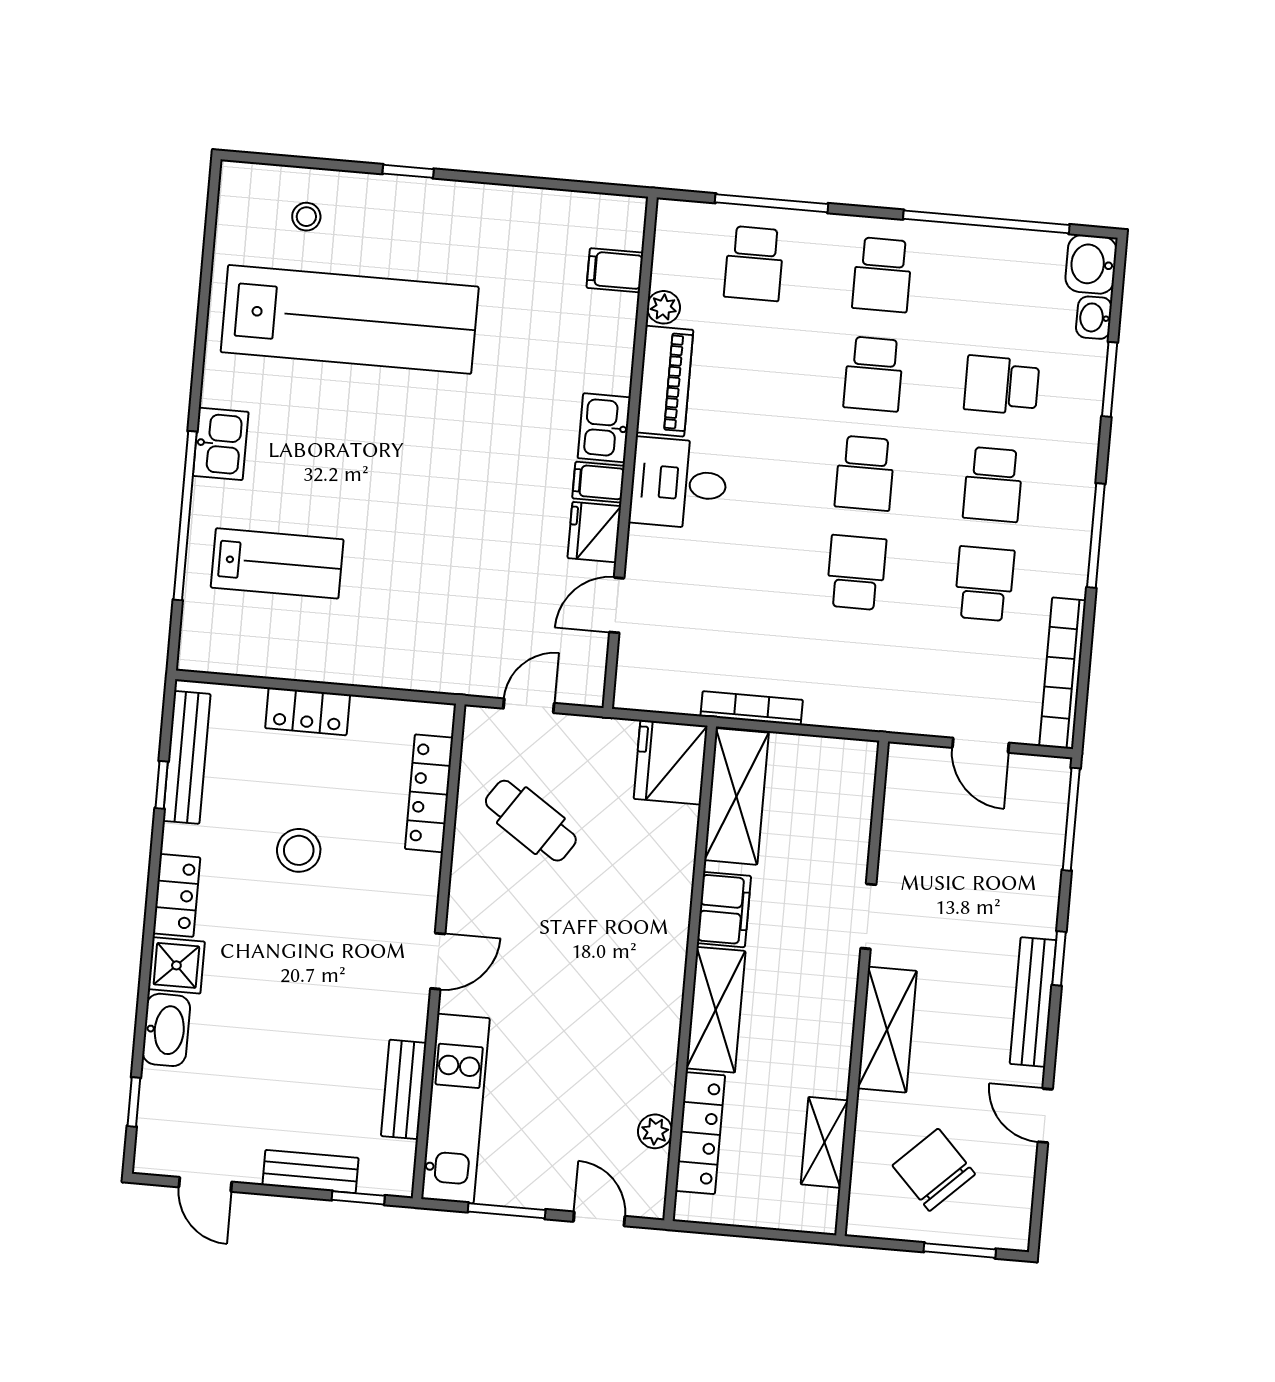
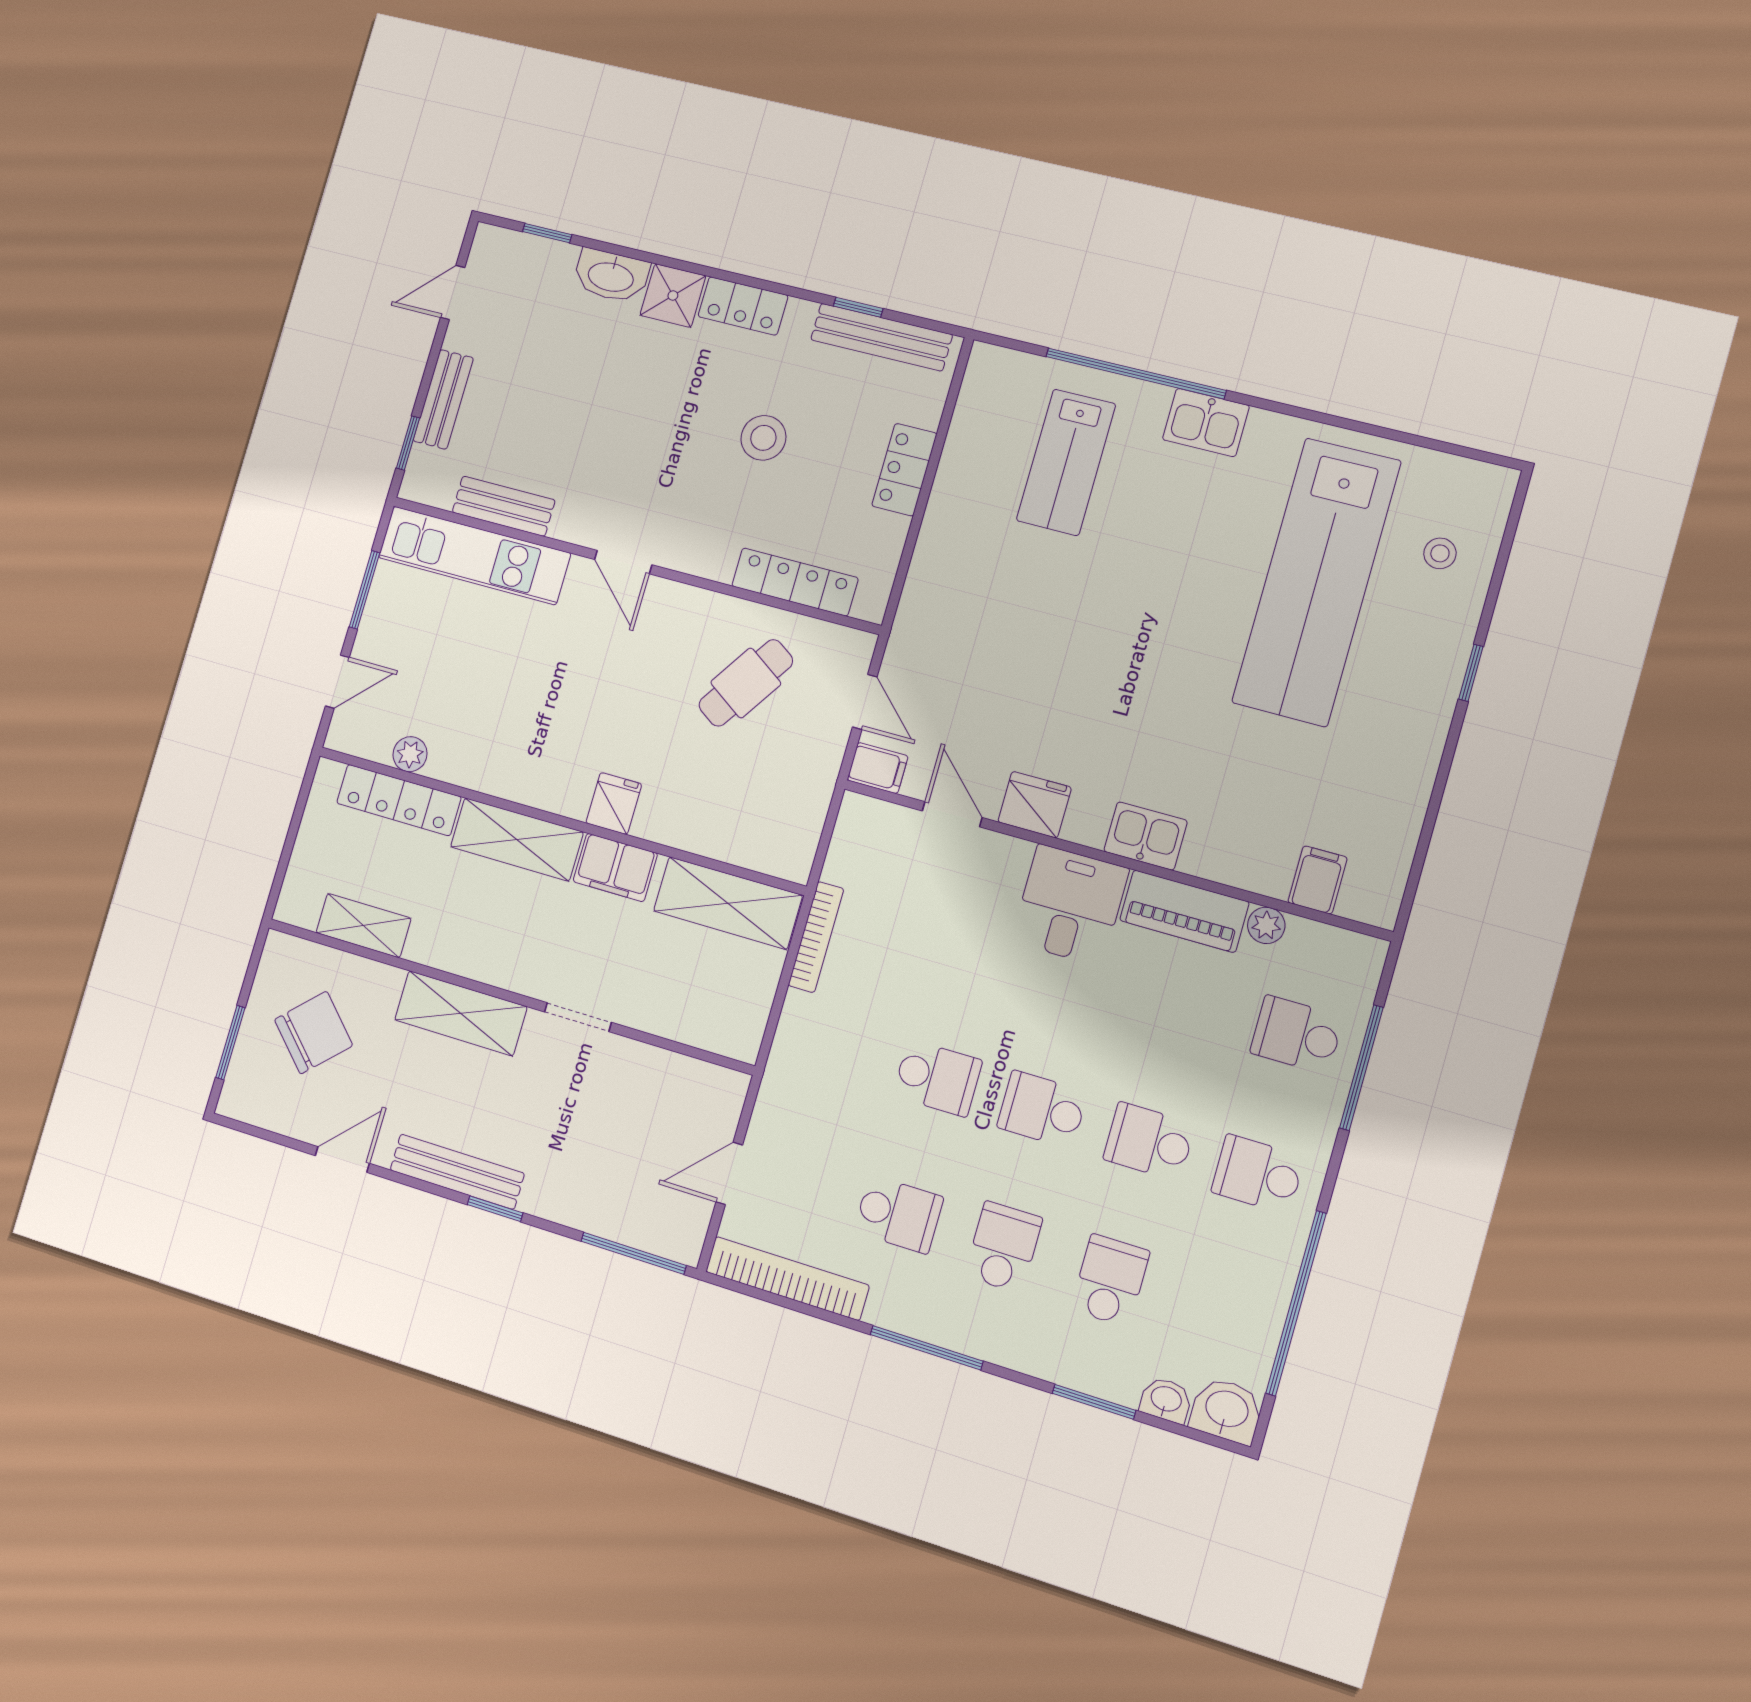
filing cabinet: (598, 482) -> (878, 768), moved, turned 90
school desk: (993, 484) -> (1003, 1247), turned 90
fridge: (671, 762) -> (614, 803), moved, width x0.53, depth x0.75

